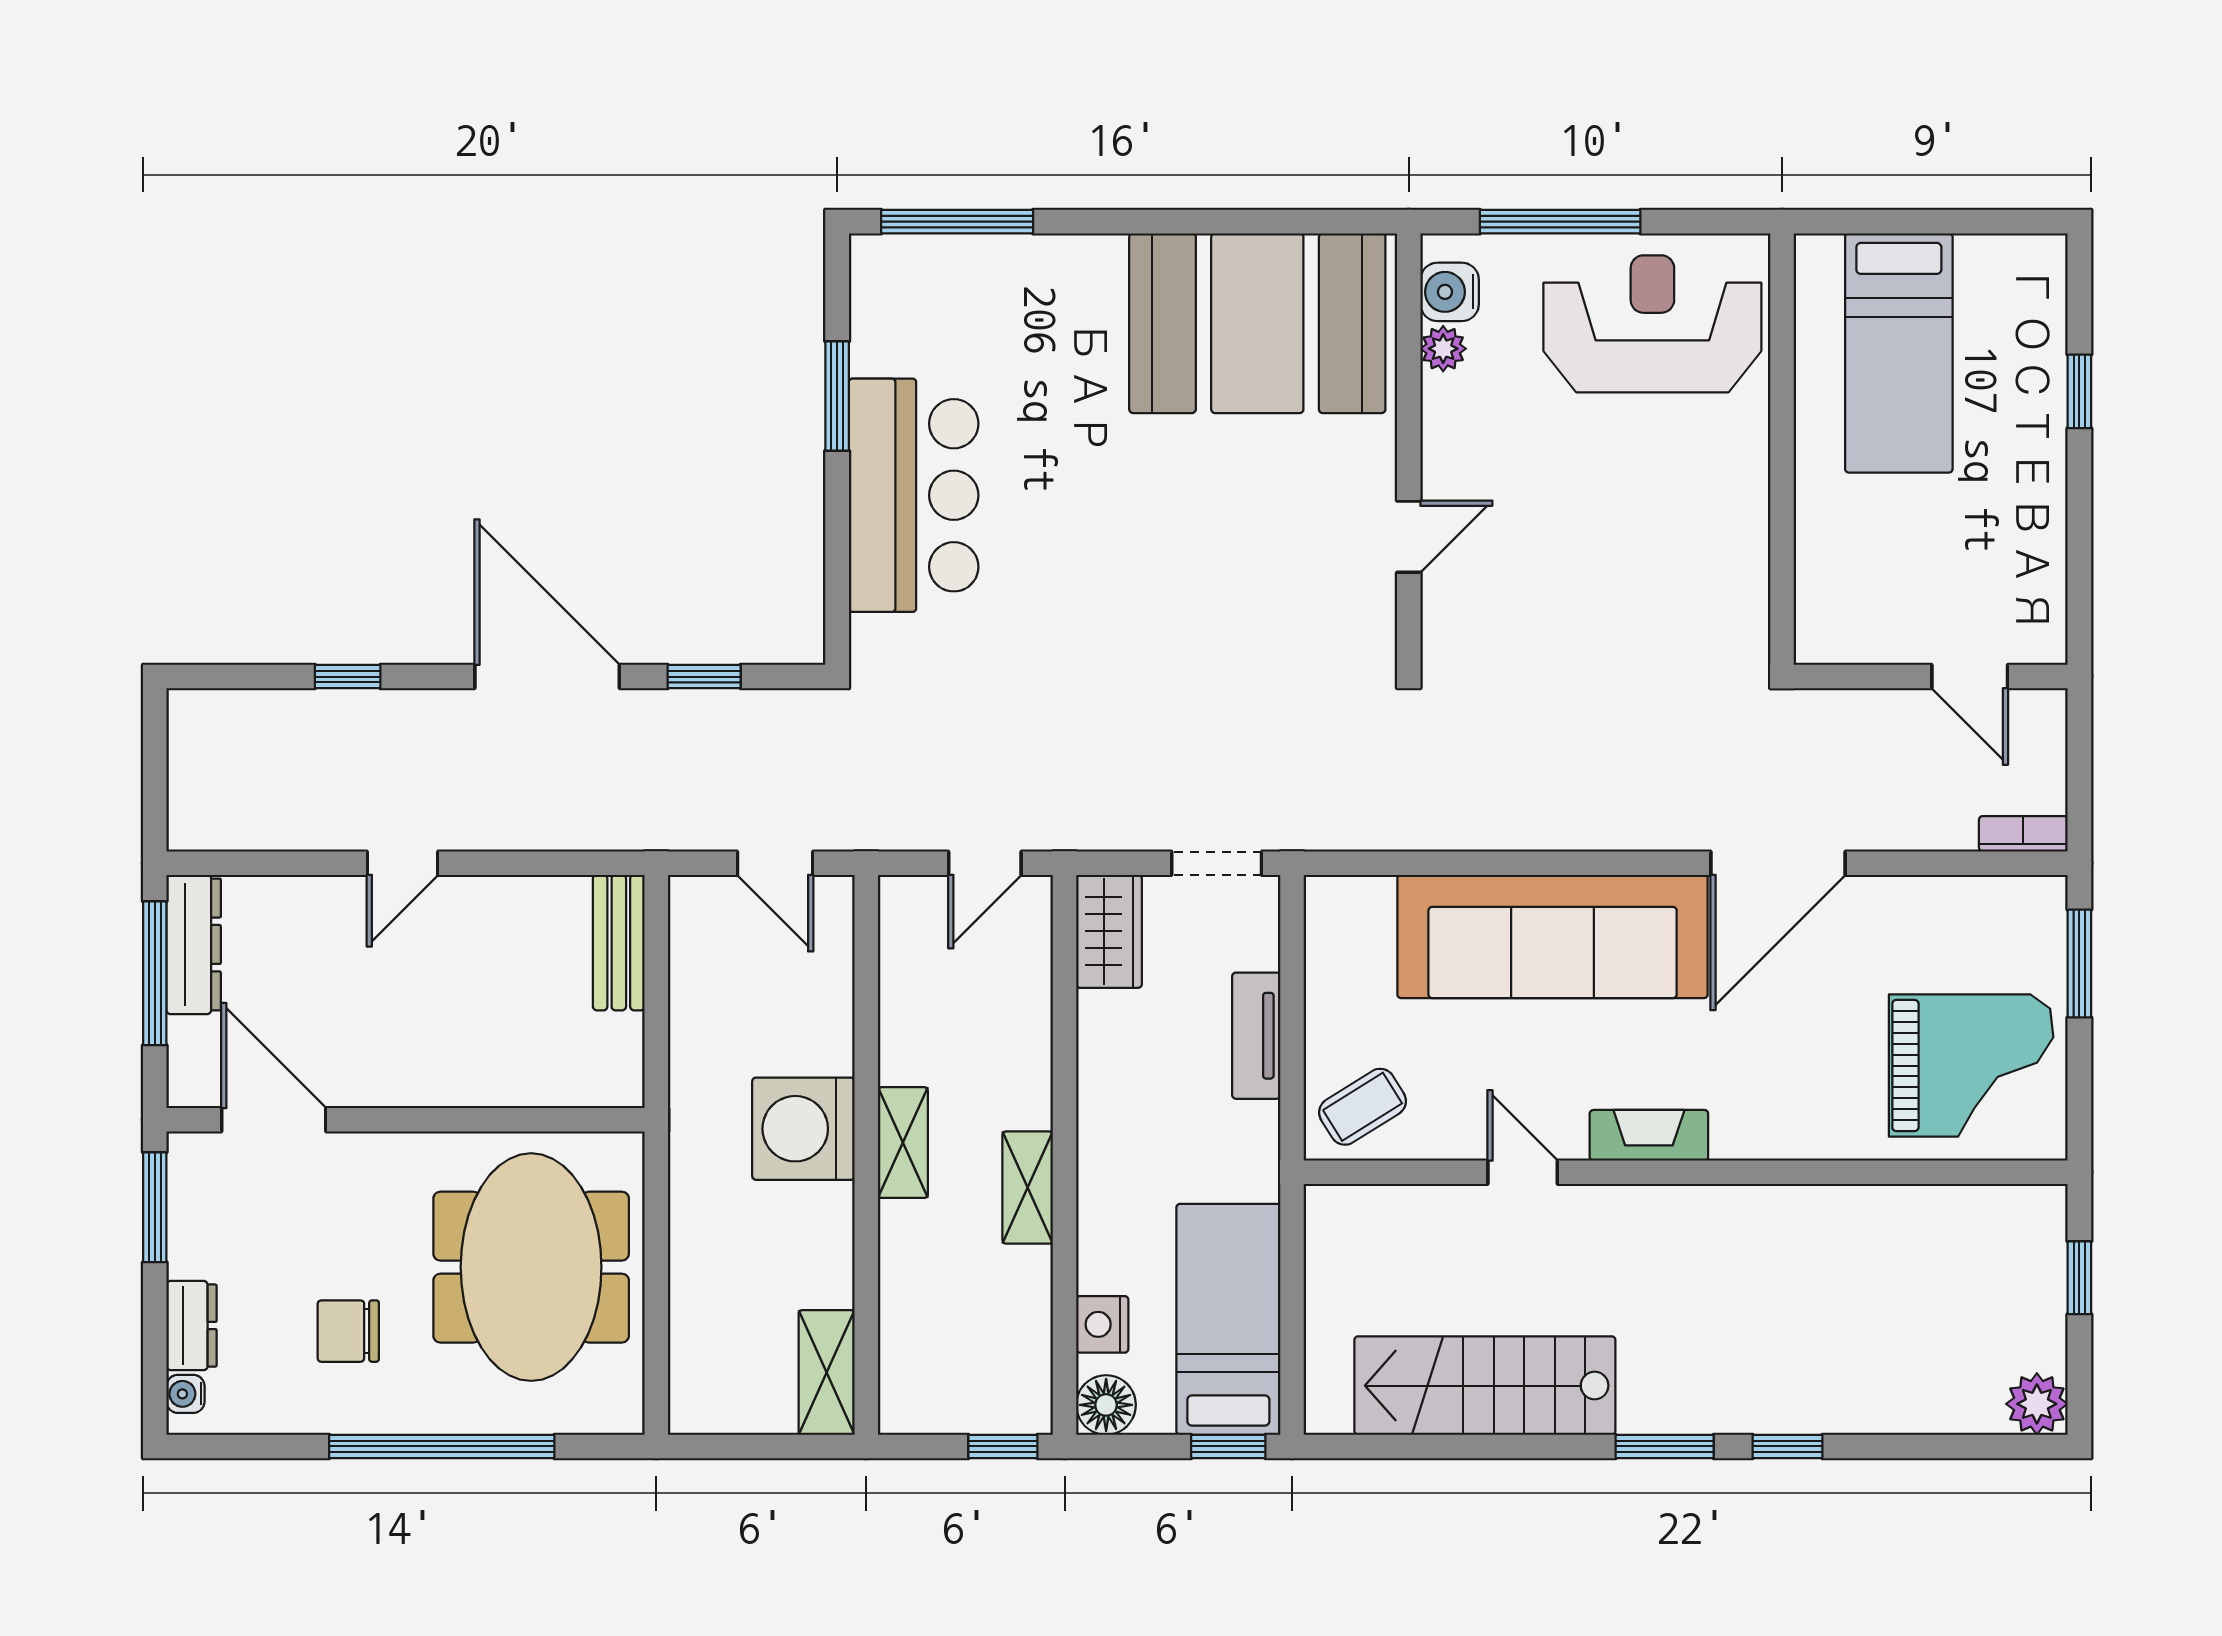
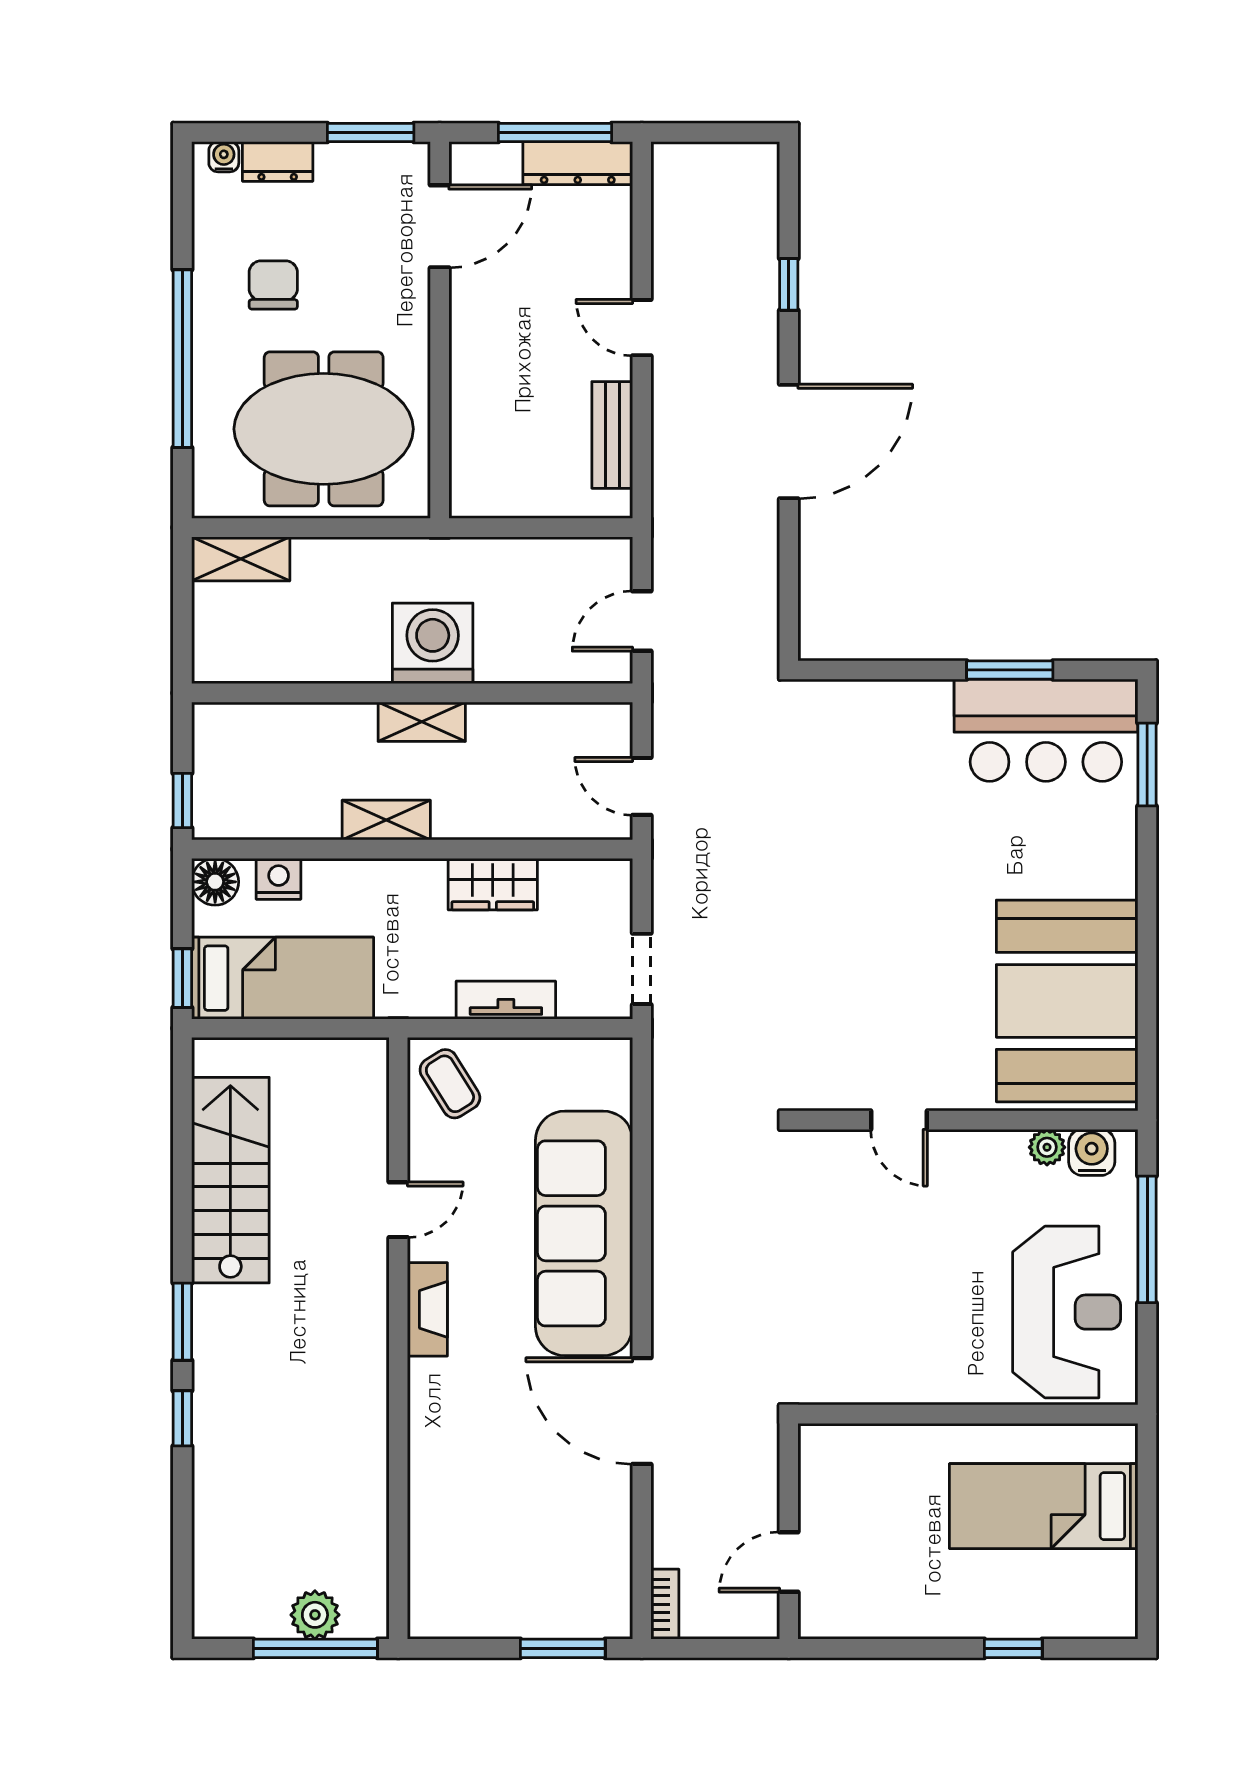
window: (957, 222) -> (1147, 764), width x0.69
bar counter: (914, 495) -> (1046, 730), moved
window: (704, 677) -> (789, 565), removed
wardrobe: (1109, 931) -> (493, 884), moved
bench: (619, 943) -> (612, 435), moved, turned 90
grand piano: (1971, 1066) -> (482, 1563), removed
window: (2079, 1278) -> (315, 1648), width x2.17
shelving: (827, 1372) -> (241, 559), moved
plant: (2037, 1404) -> (315, 1615), moved

